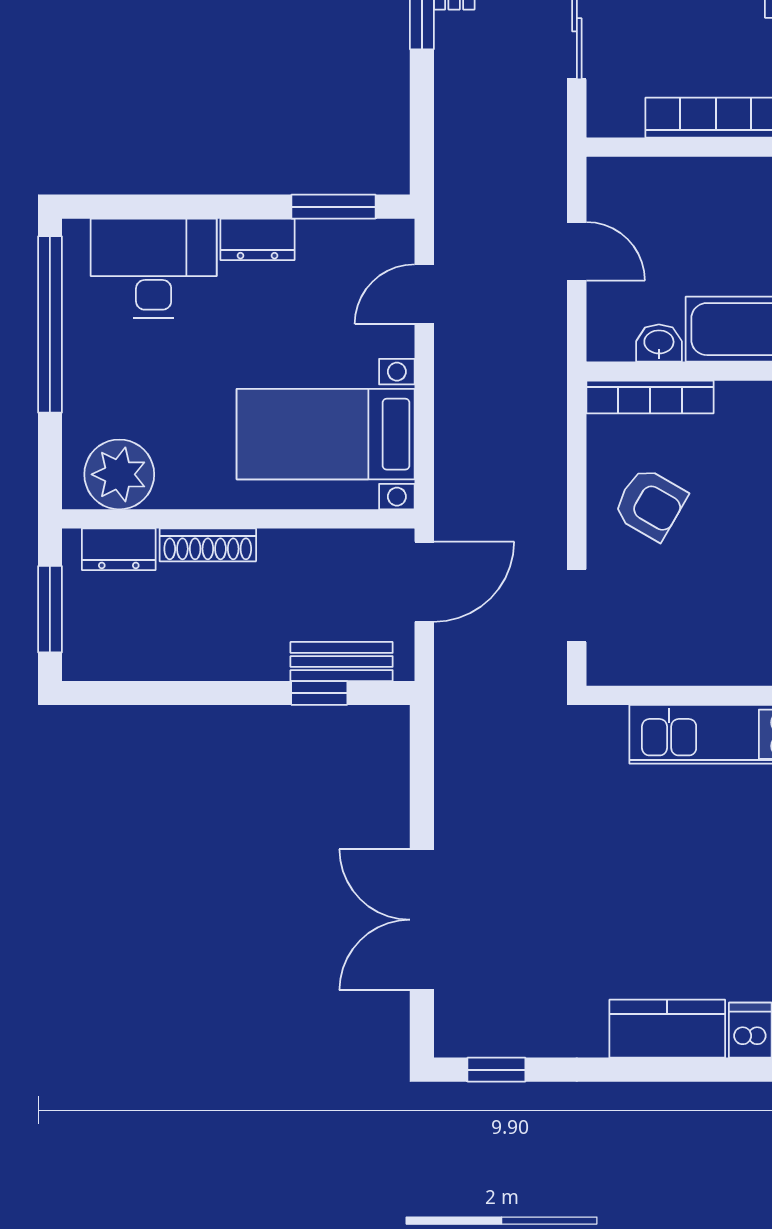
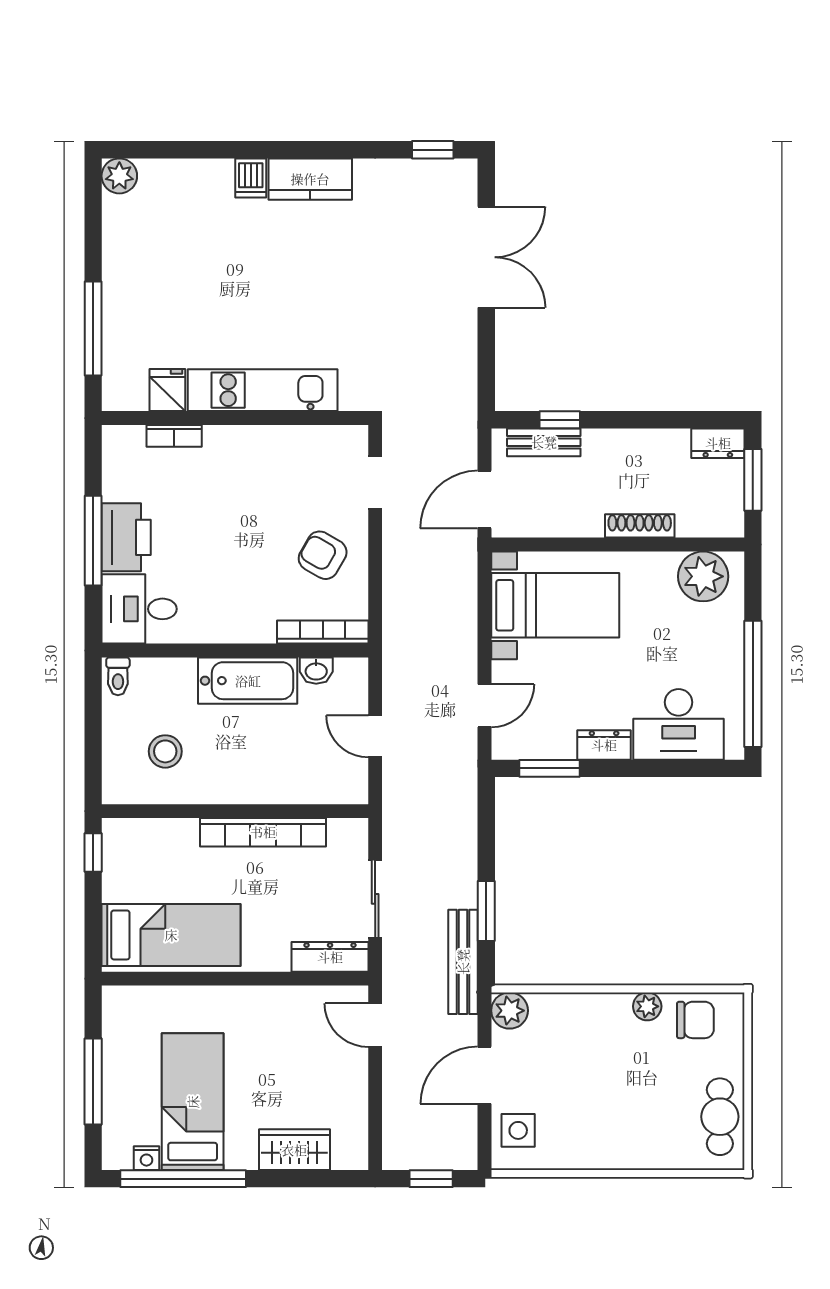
dresser: (119, 549) -> (718, 443), moved, turned 180

